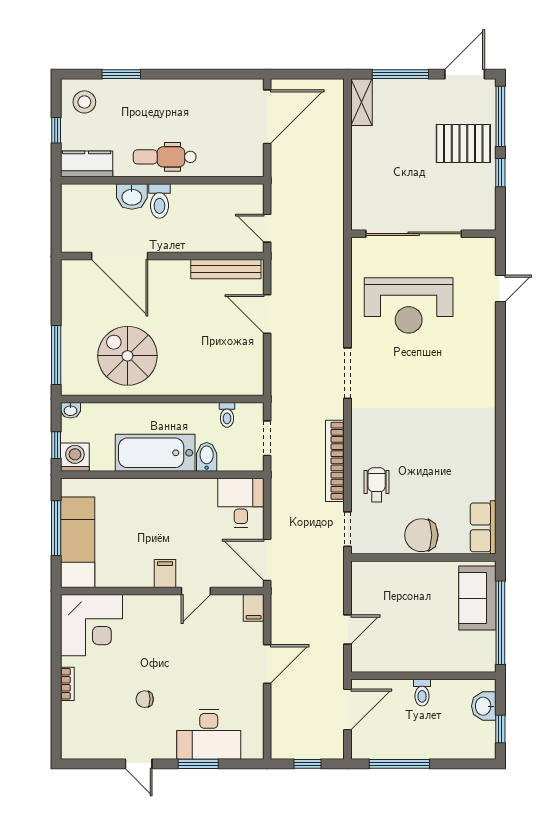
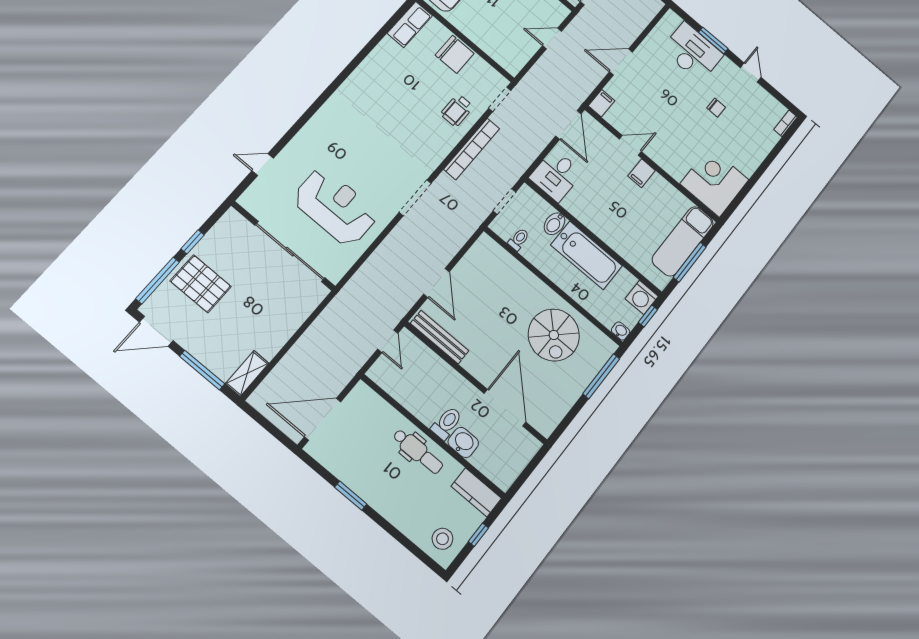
window: (121, 74) -> (351, 496), moved
bookcase: (67, 684) -> (786, 123), moved

